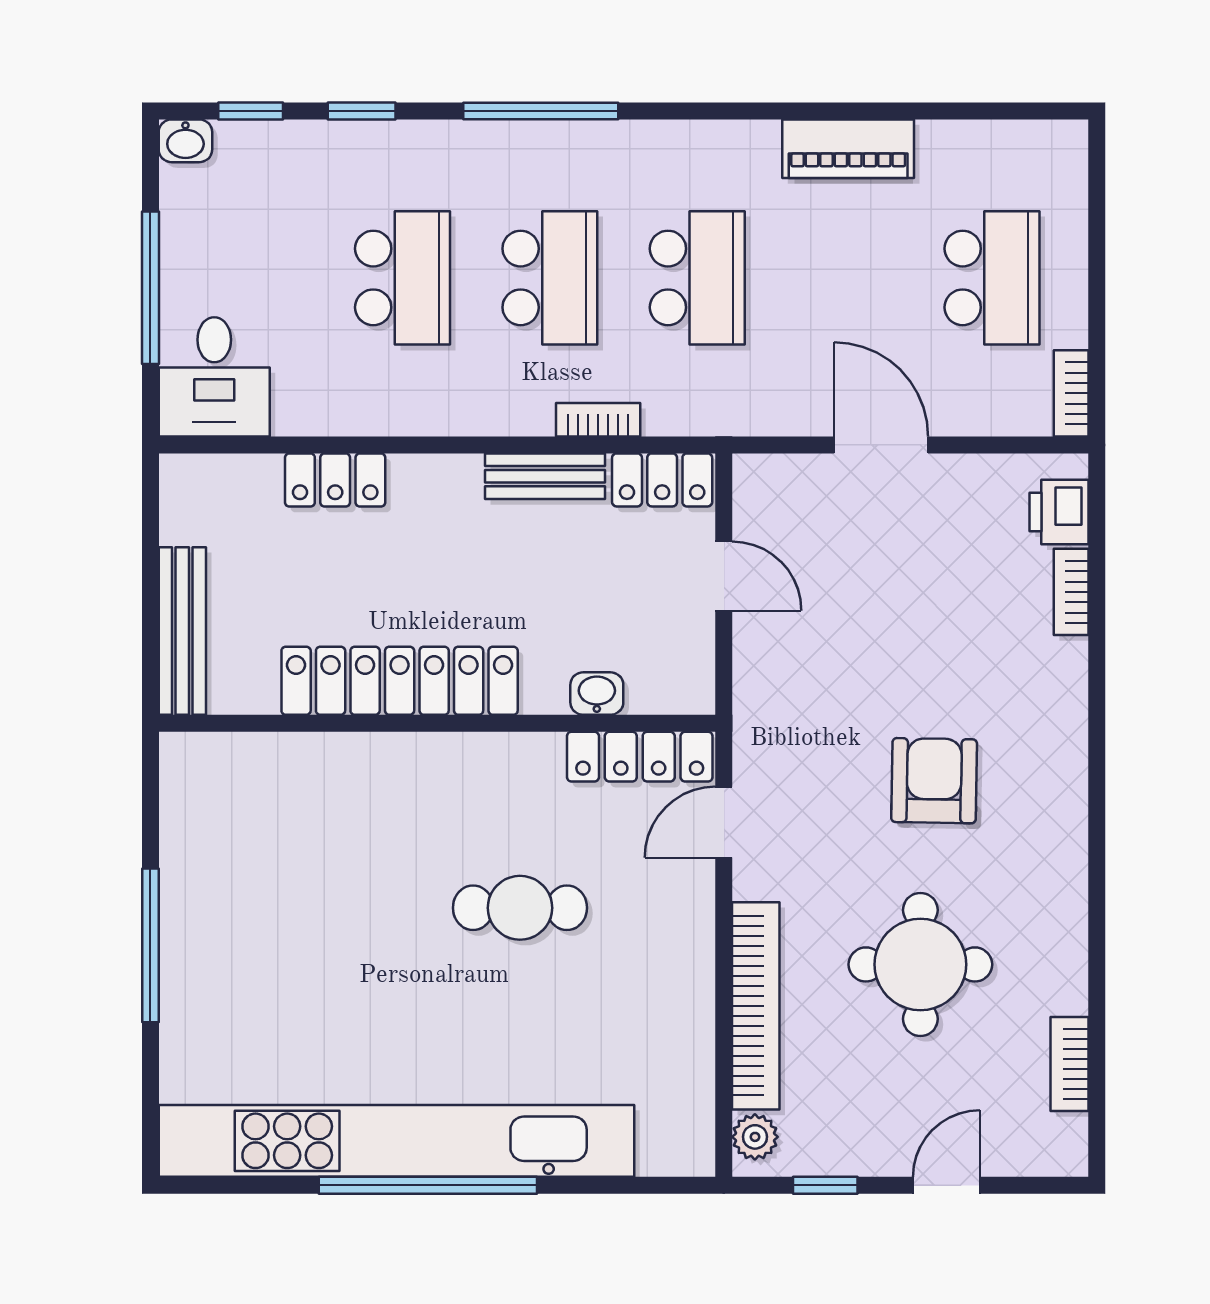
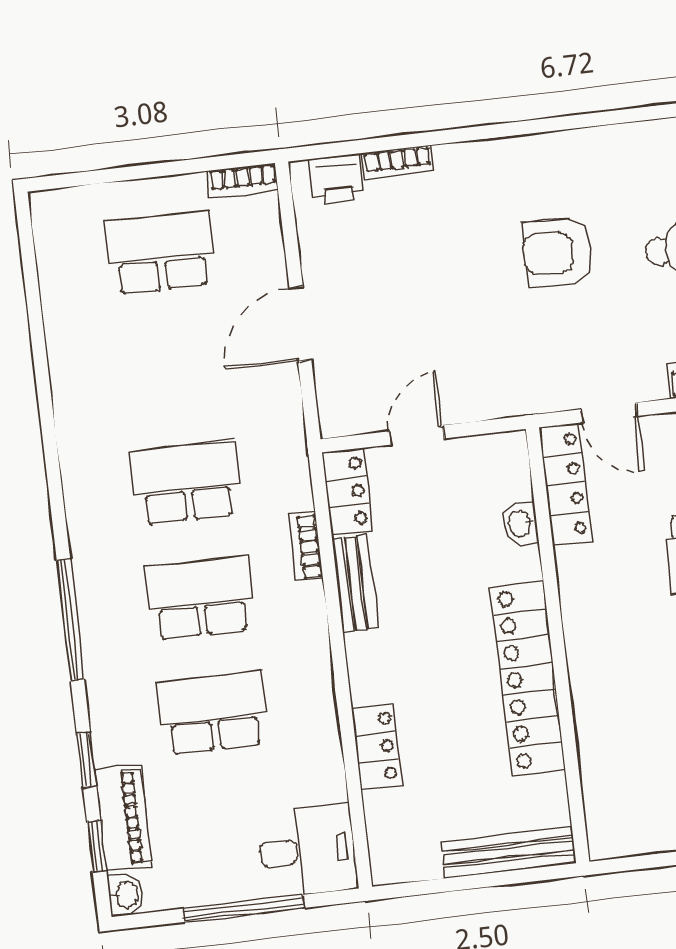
piano: (848, 149) -> (123, 818), moved

